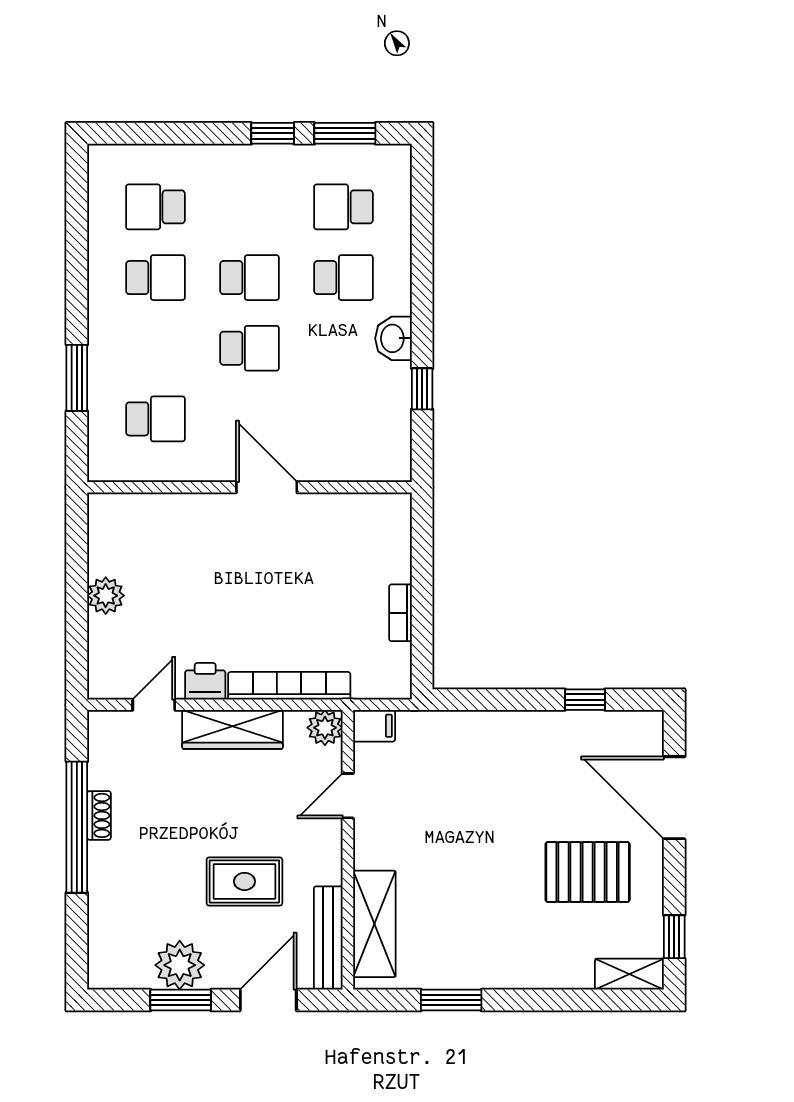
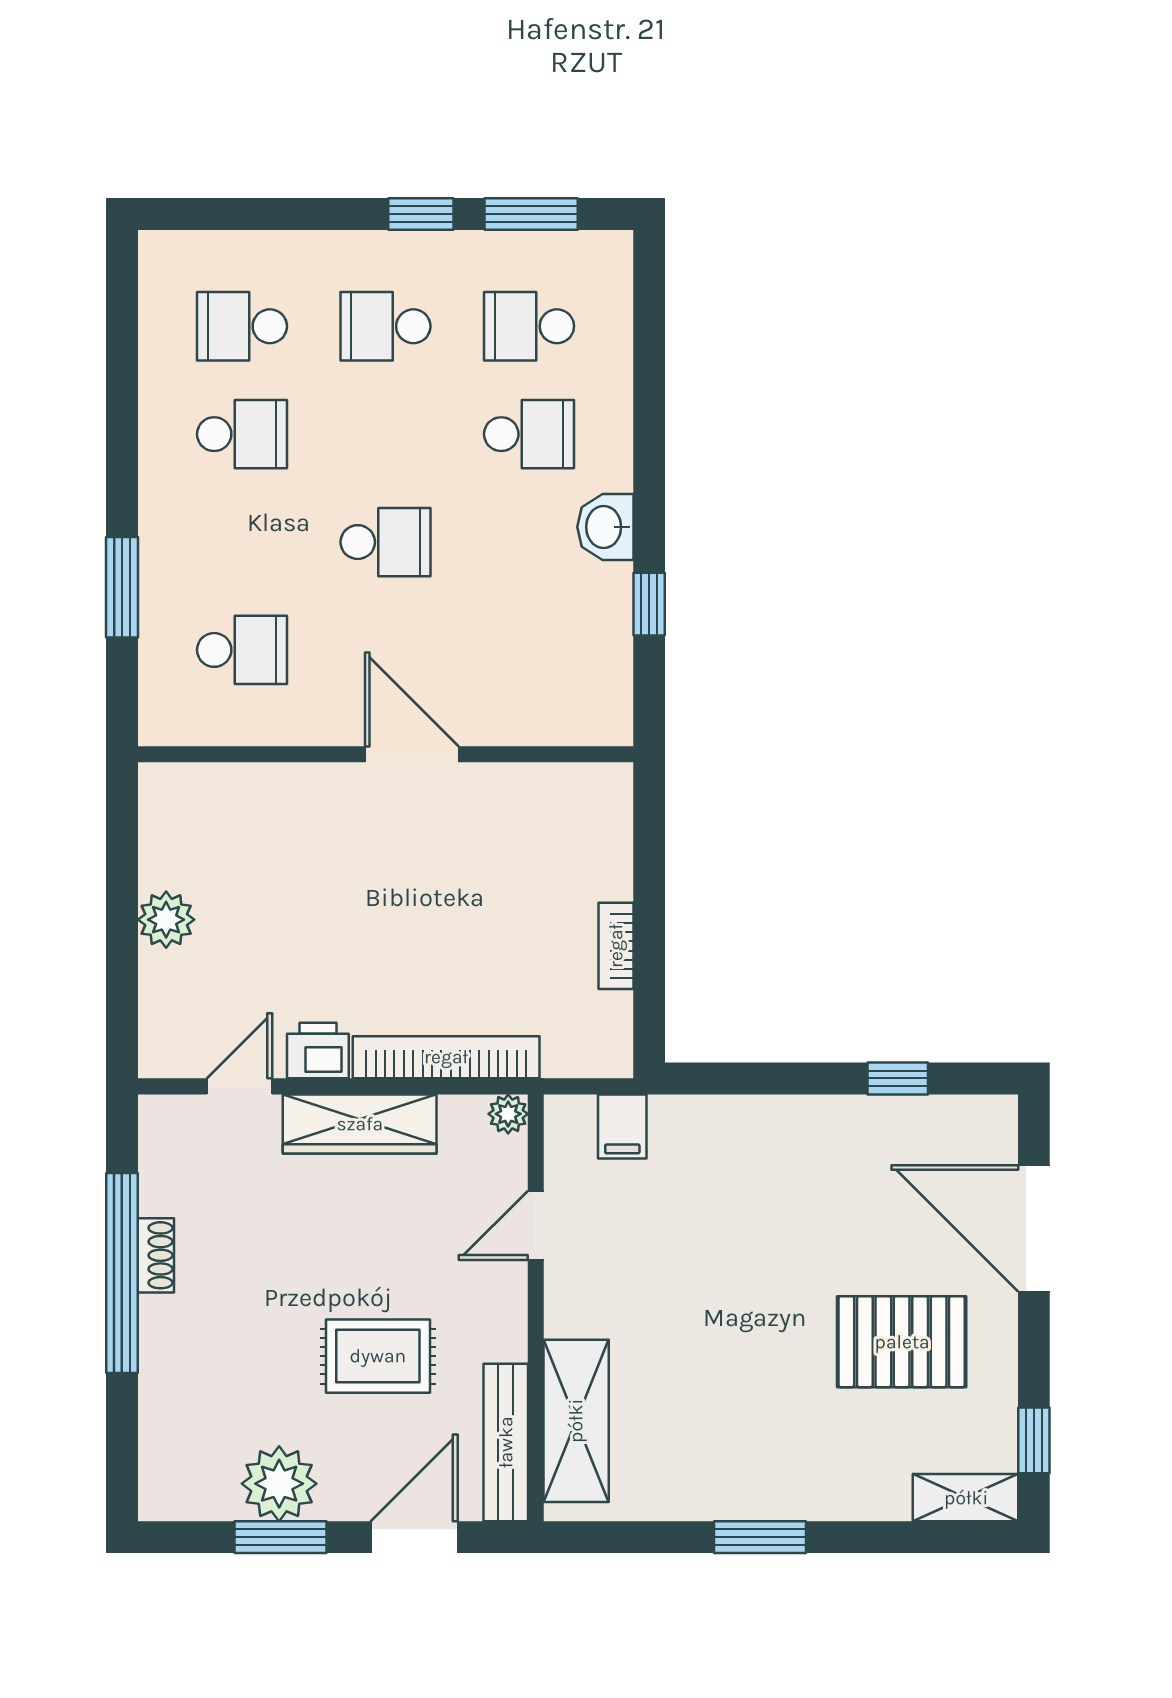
school desk: (249, 278) -> (386, 326), moved, turned 180
filing cabinet: (374, 726) -> (622, 1126), moved, turned 90
plant: (325, 728) -> (508, 1114), width x0.73, depth x0.73
window: (451, 1000) -> (760, 1537), moved

